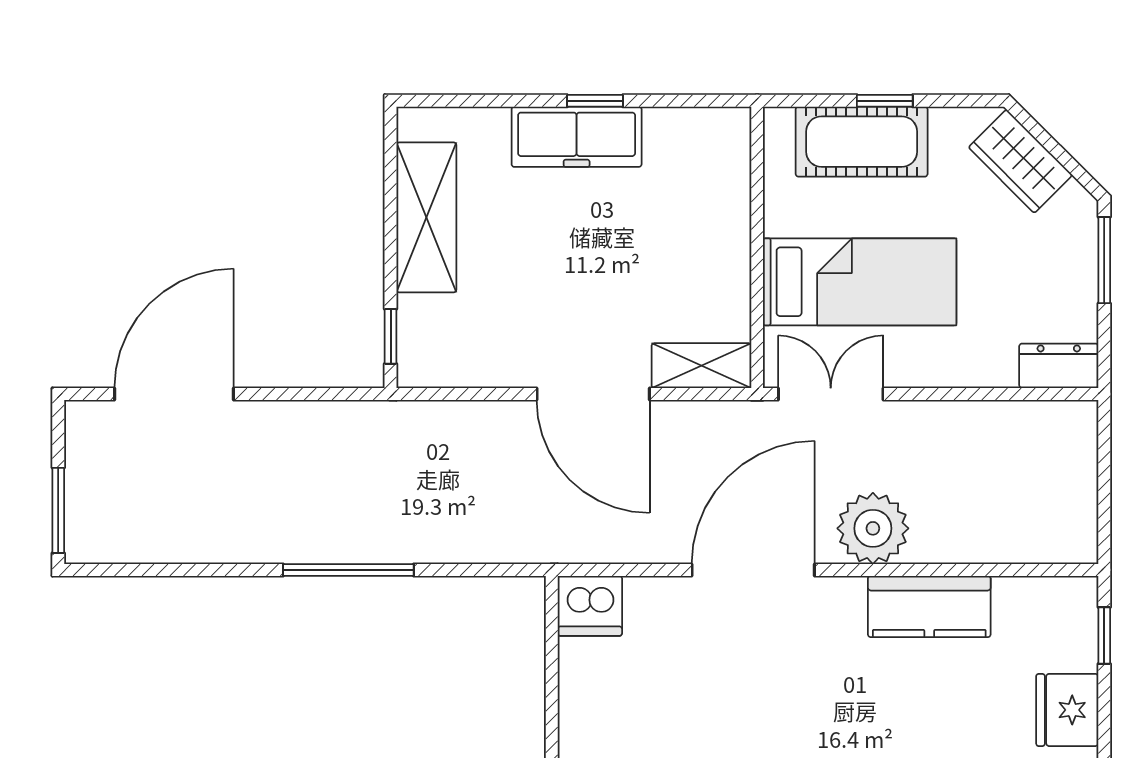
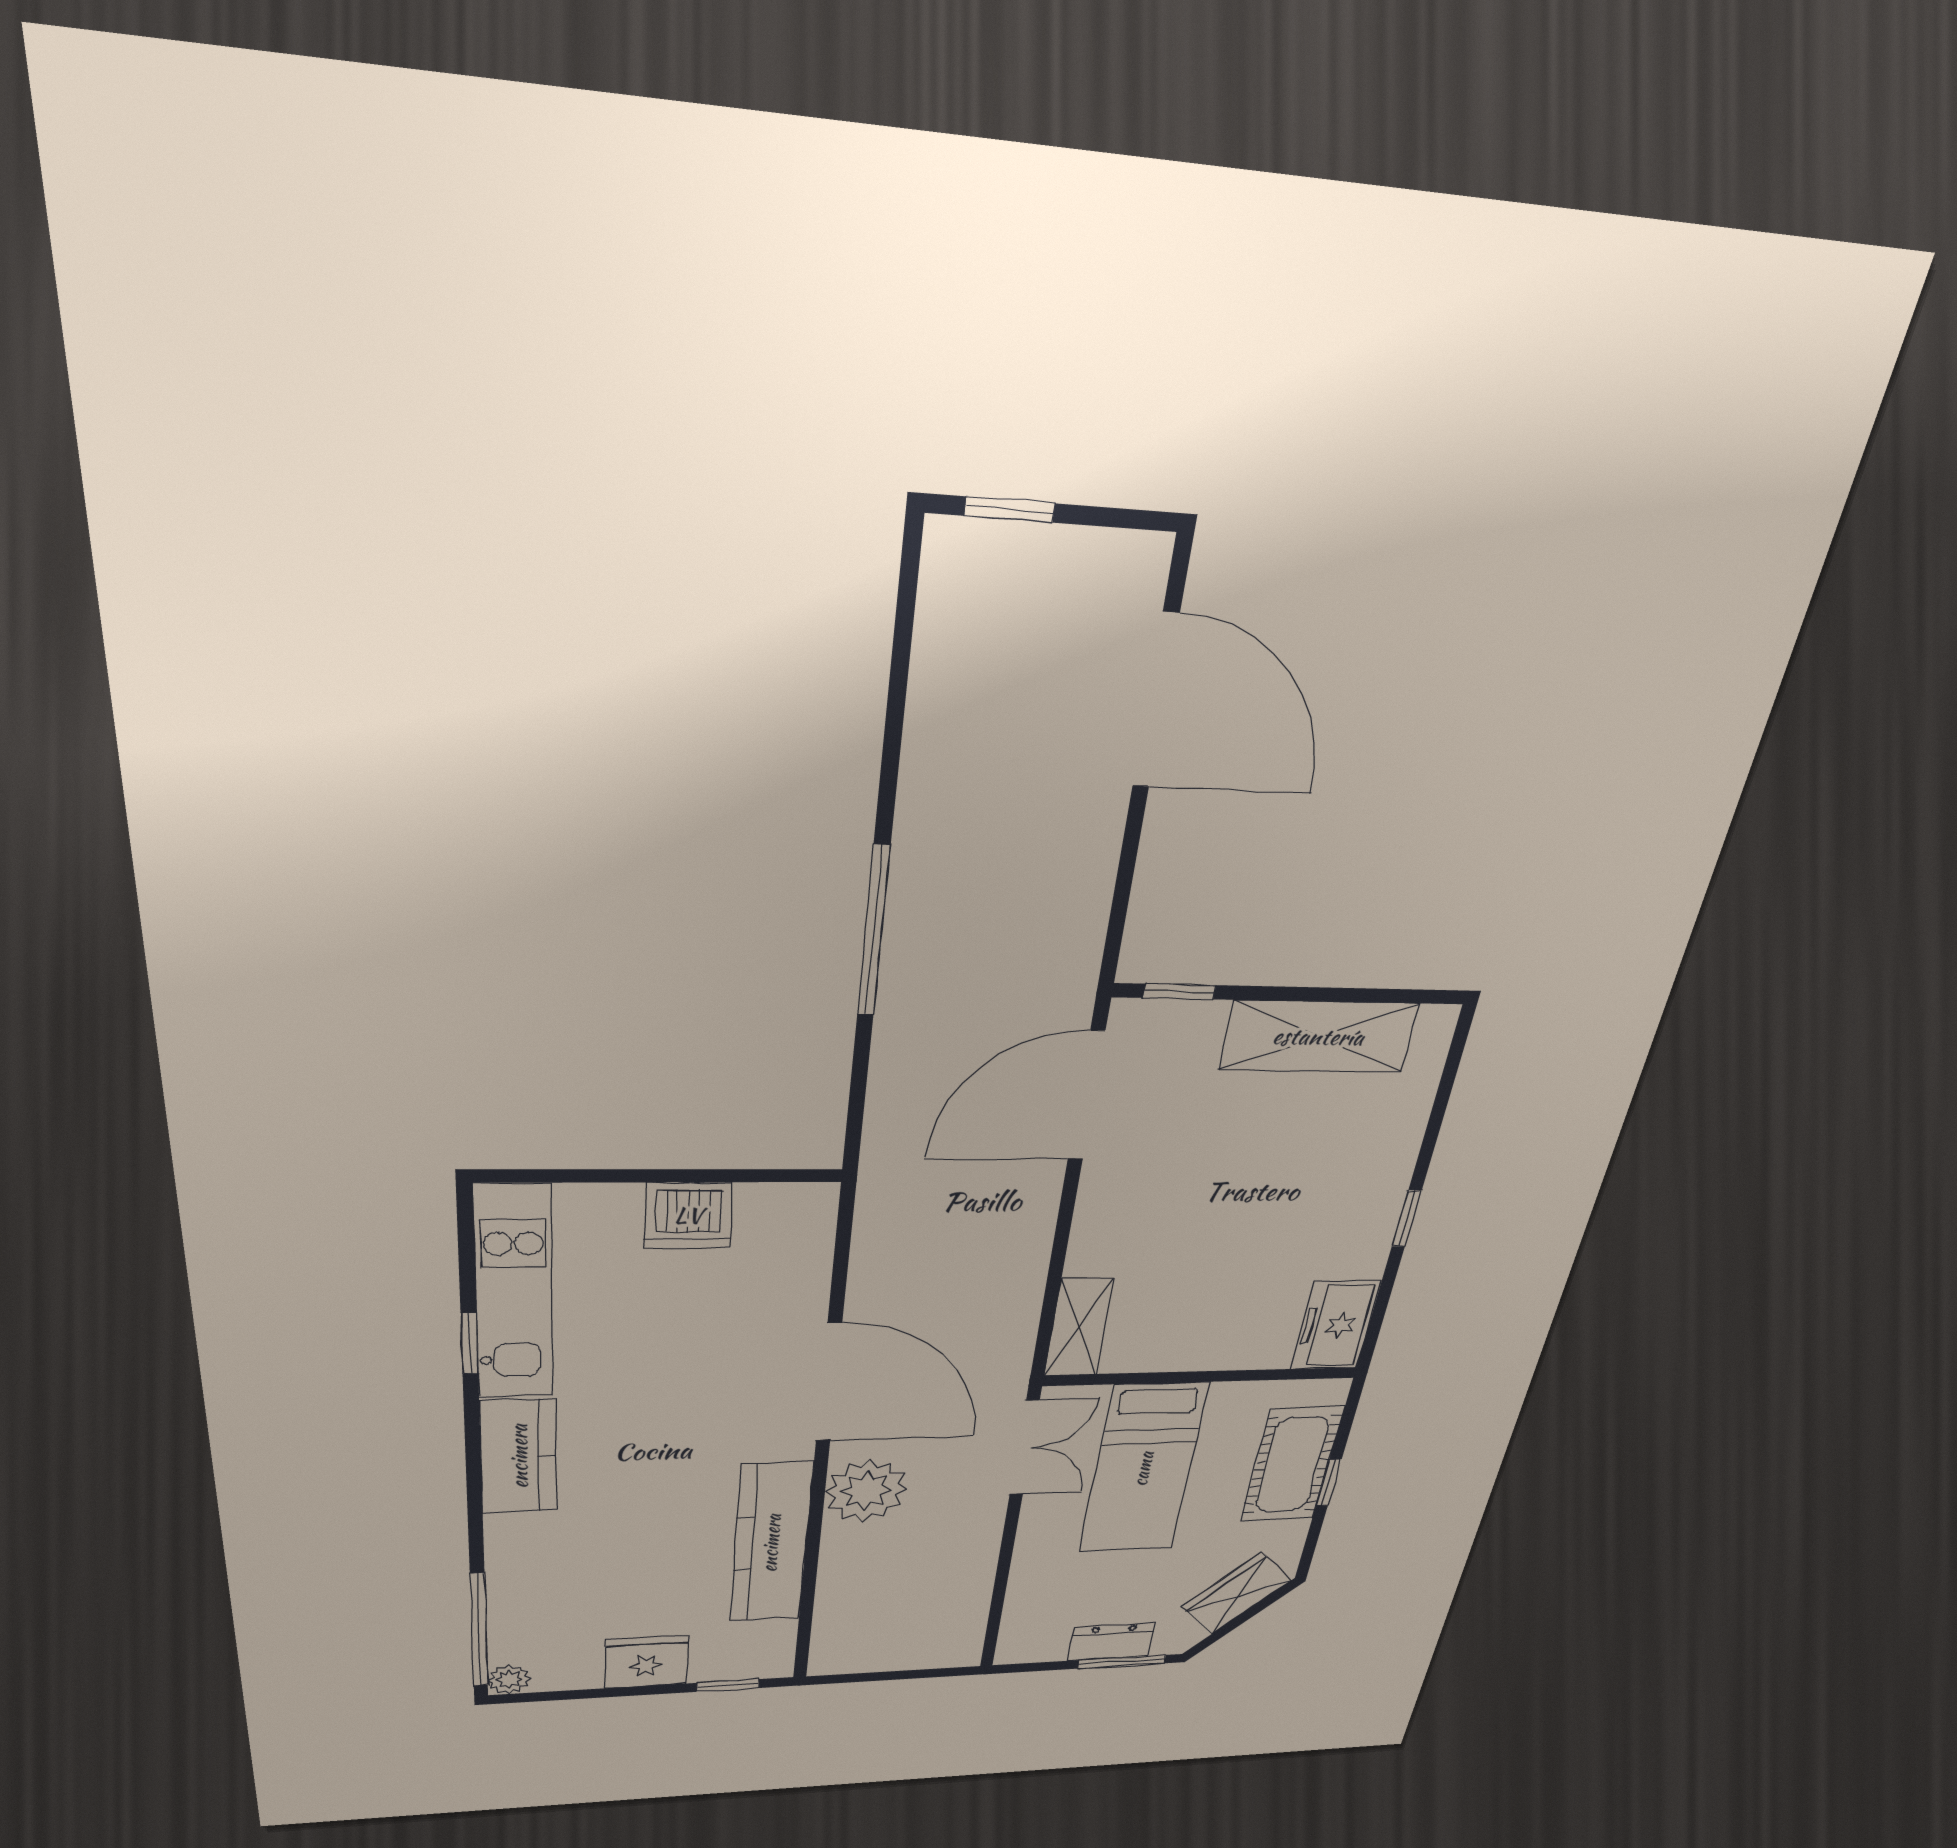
freezer: (577, 137) -> (1336, 1325), moved, width x0.71
dresser: (1059, 366) -> (1111, 1642), moved, turned -90
door: (593, 394) -> (1086, 1096), moved
window: (58, 510) -> (1010, 510), width x0.67
dishwasher: (590, 606) -> (688, 1216), moved, turned -90
kitchen counter: (929, 606) -> (771, 1543), width x1.50

